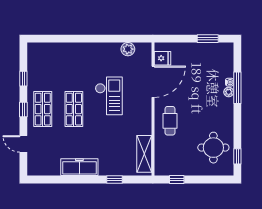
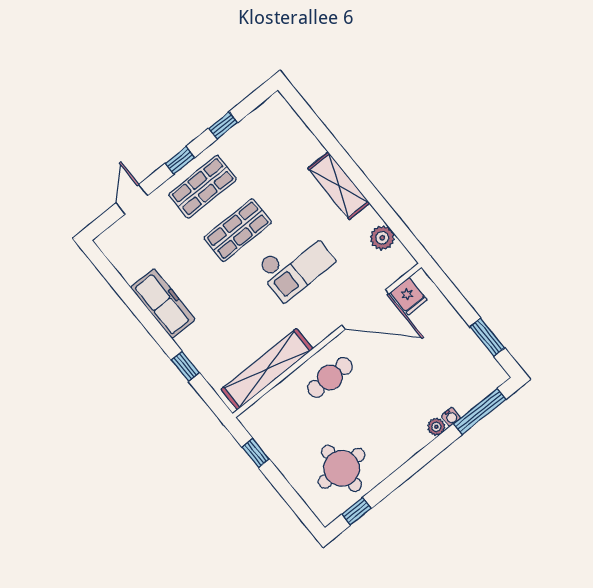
shelving: (90, 50) -> (339, 186), added
window: (237, 88) -> (480, 412), moved
shelving: (144, 154) -> (267, 369), width x1.47

